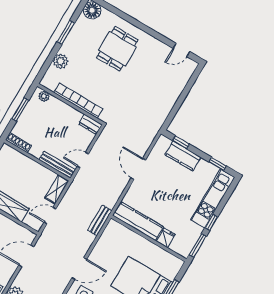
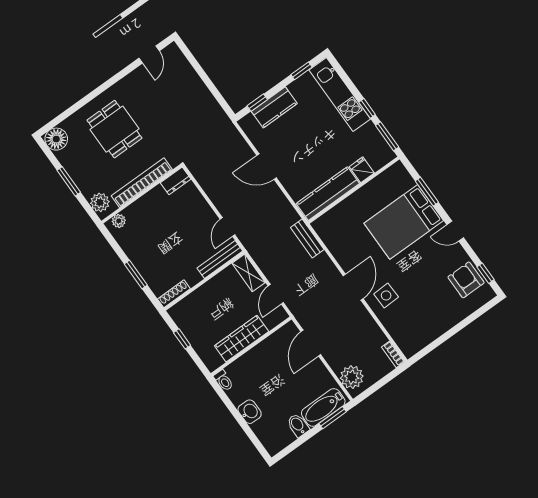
plant: (44, 96) -> (119, 221), moved
bookcase: (78, 101) -> (142, 183), moved
wall: (70, 104) -> (142, 194), moved
dresser: (90, 124) -> (176, 181), moved

